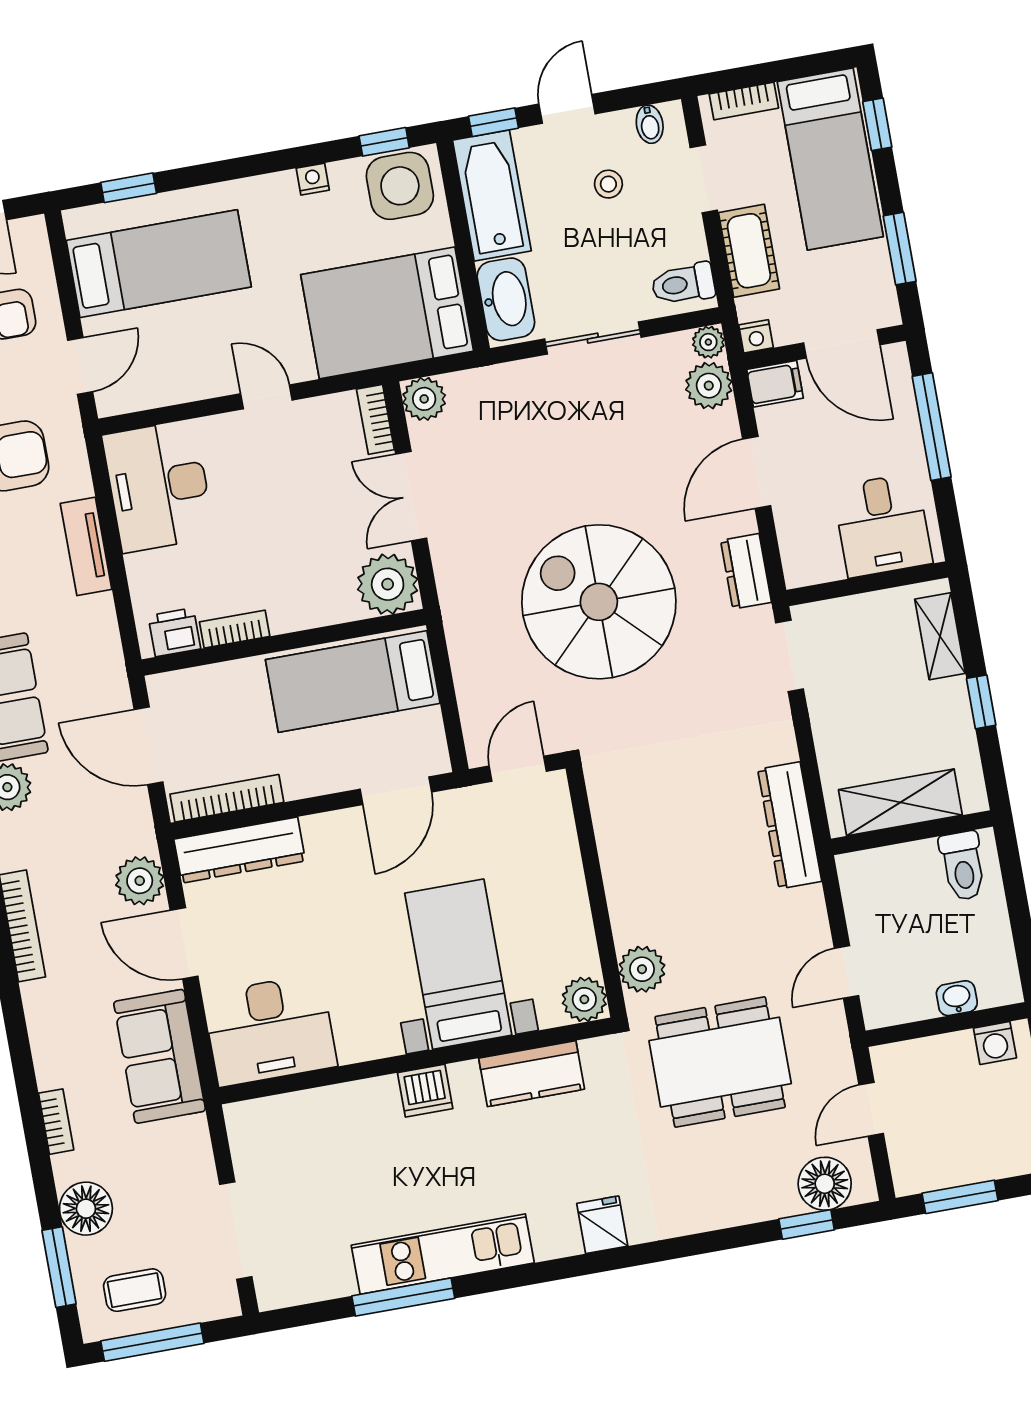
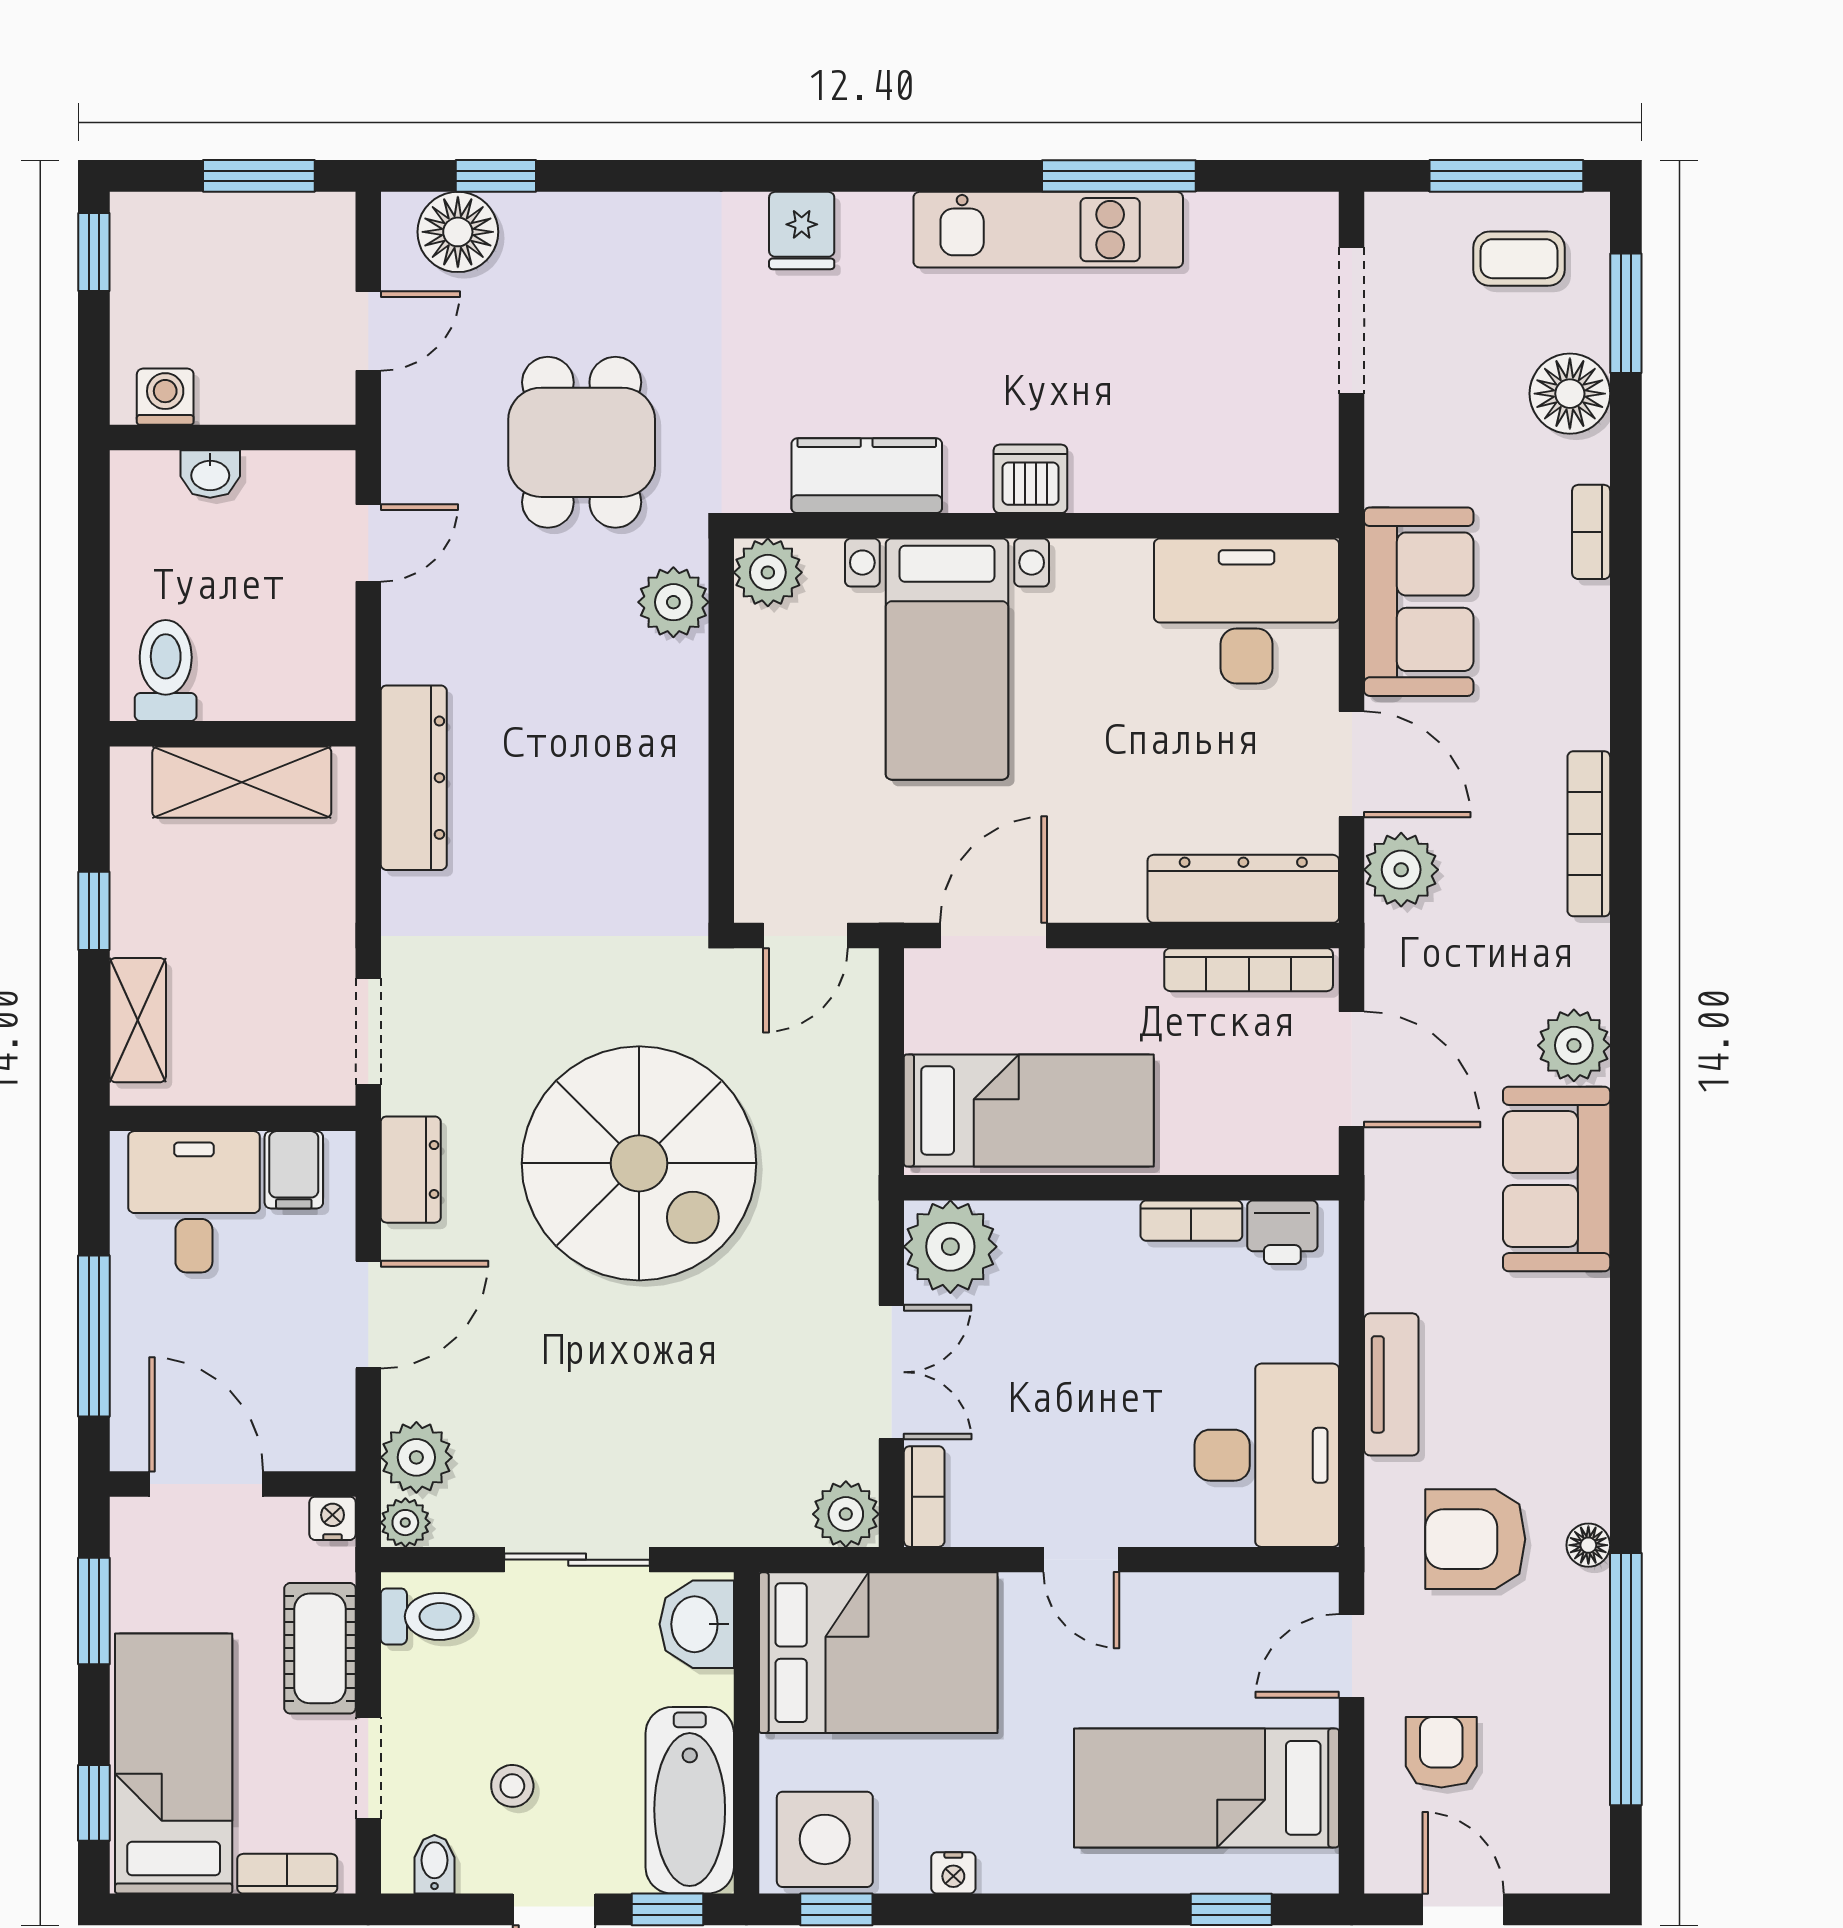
washbasin: (506, 299) -> (697, 1624), width x0.72
filing cabinet: (775, 384) -> (294, 1170), moved, turned -90
dining table: (720, 1062) -> (582, 442), width x0.73

